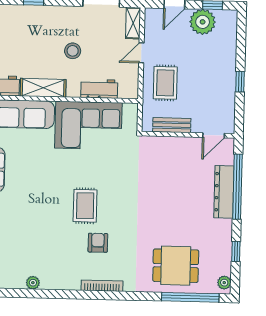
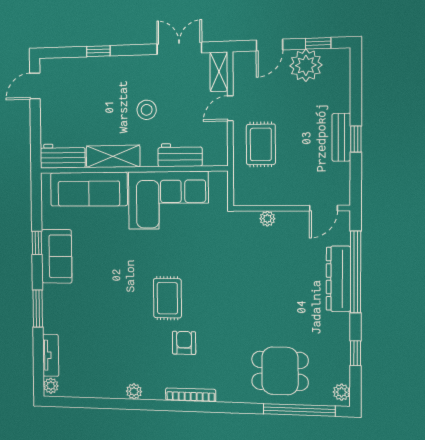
bench: (172, 125) -> (341, 137), moved, turned 90
plant: (169, 142) -> (267, 219), added
plant: (33, 283) -> (134, 391), moved

